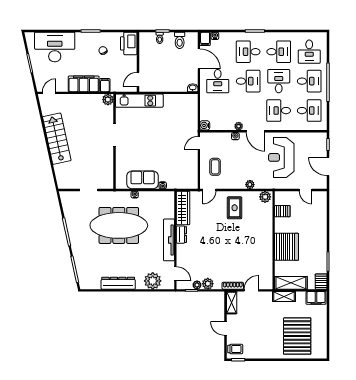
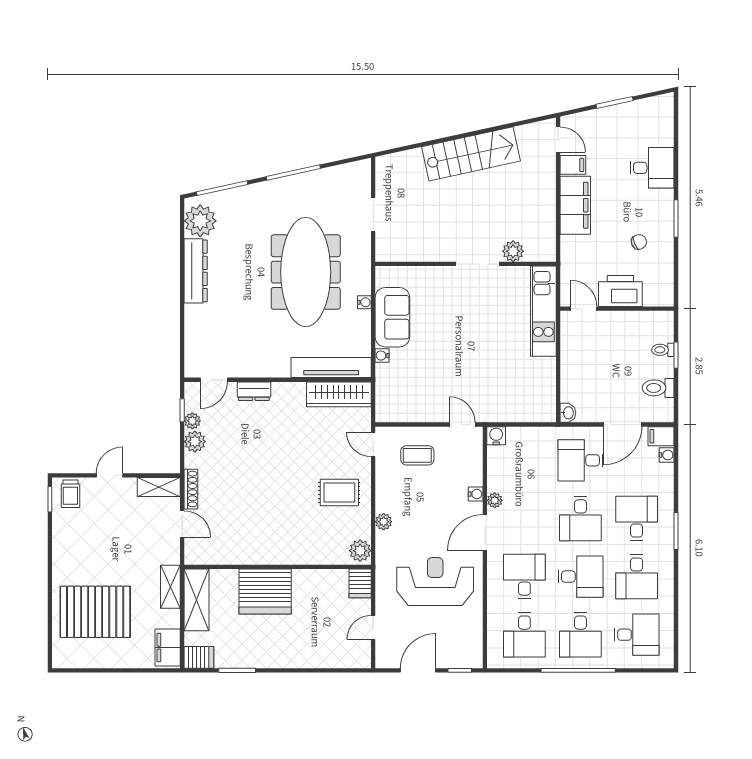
printer: (129, 43) -> (620, 291), moved
desk: (55, 47) -> (652, 168), width x0.53, depth x0.77
desk: (309, 52) -> (637, 635), turned 180
filing cabinet: (105, 85) -> (573, 165), moved
plant: (108, 100) -> (513, 251), moved
server rack: (282, 211) -> (360, 583), moved
dresser: (181, 235) -> (254, 391), moved
tv unit: (169, 240) -> (331, 368), moved
plant: (153, 281) -> (200, 221), moved

